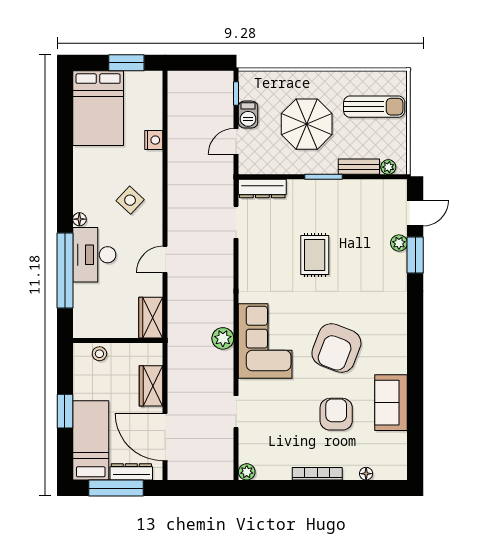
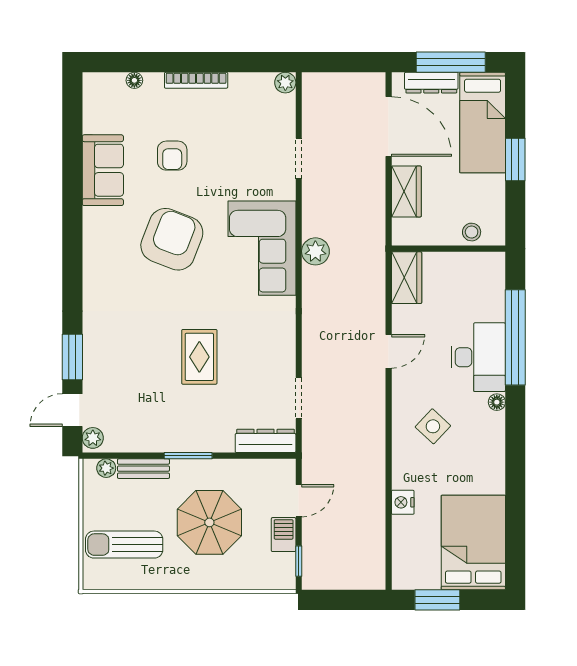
plant: (399, 243) -> (93, 438), moved
armchair: (336, 414) -> (172, 156), width x0.72, depth x0.72

